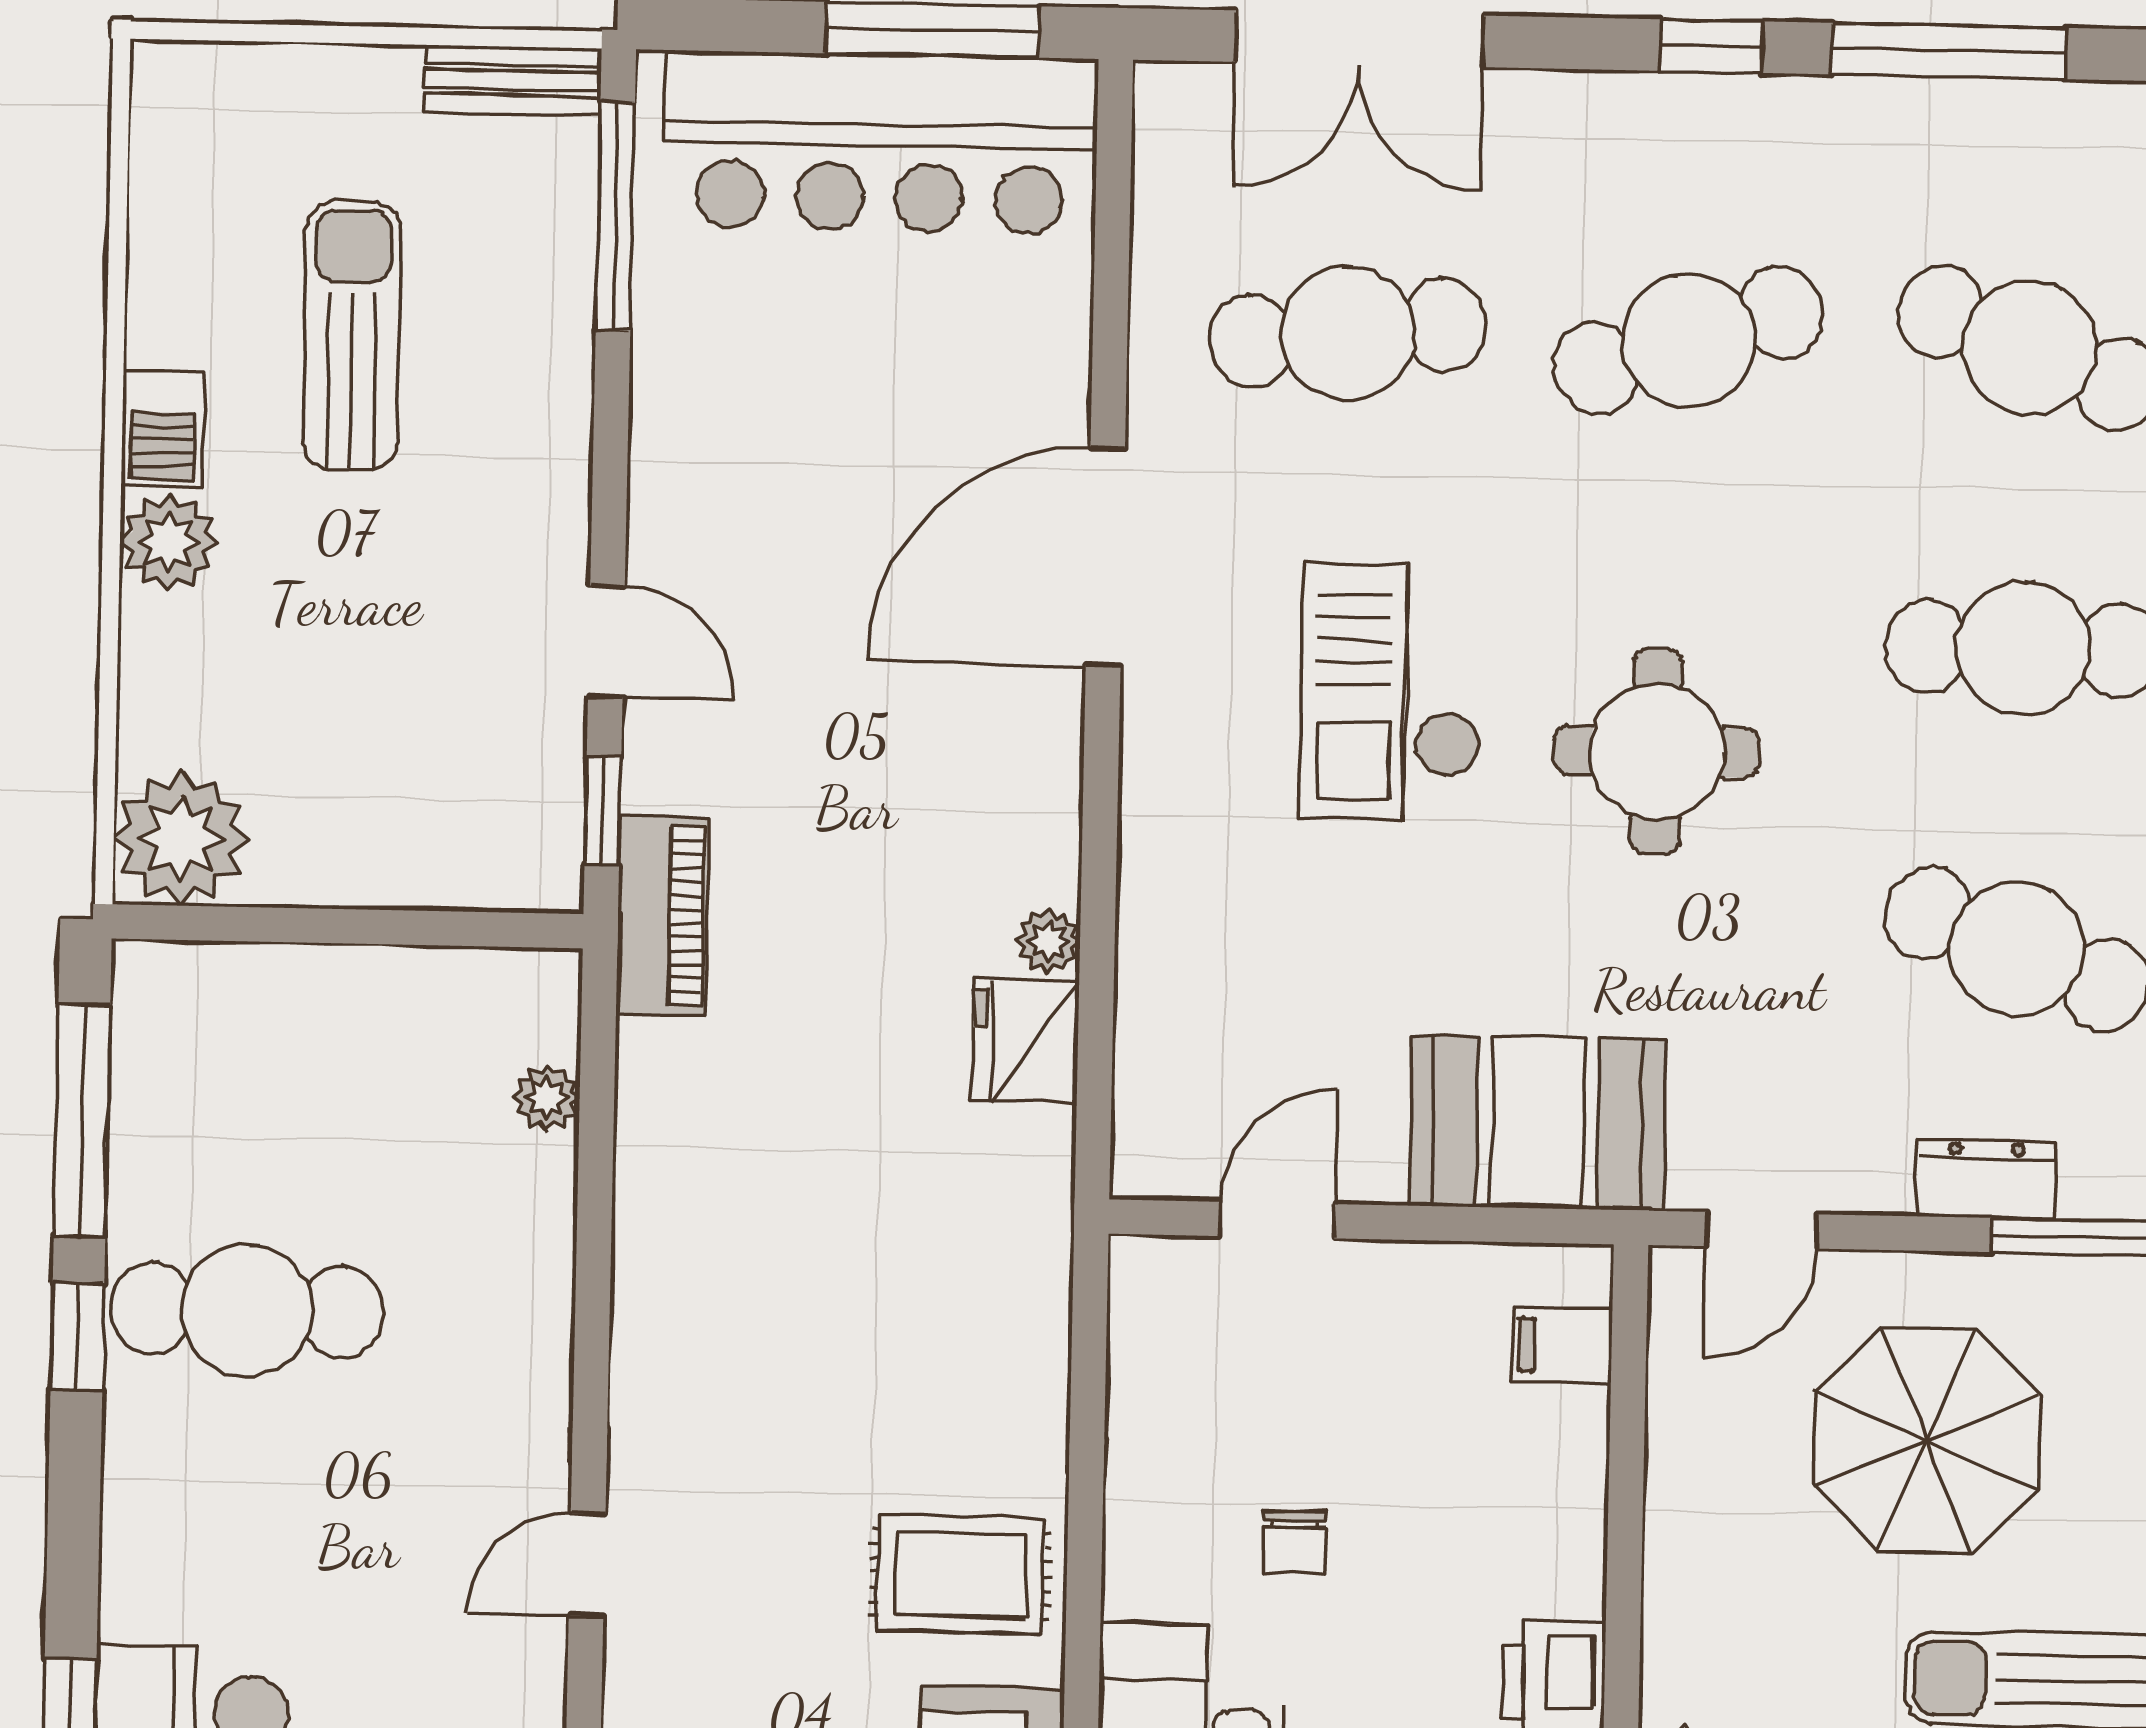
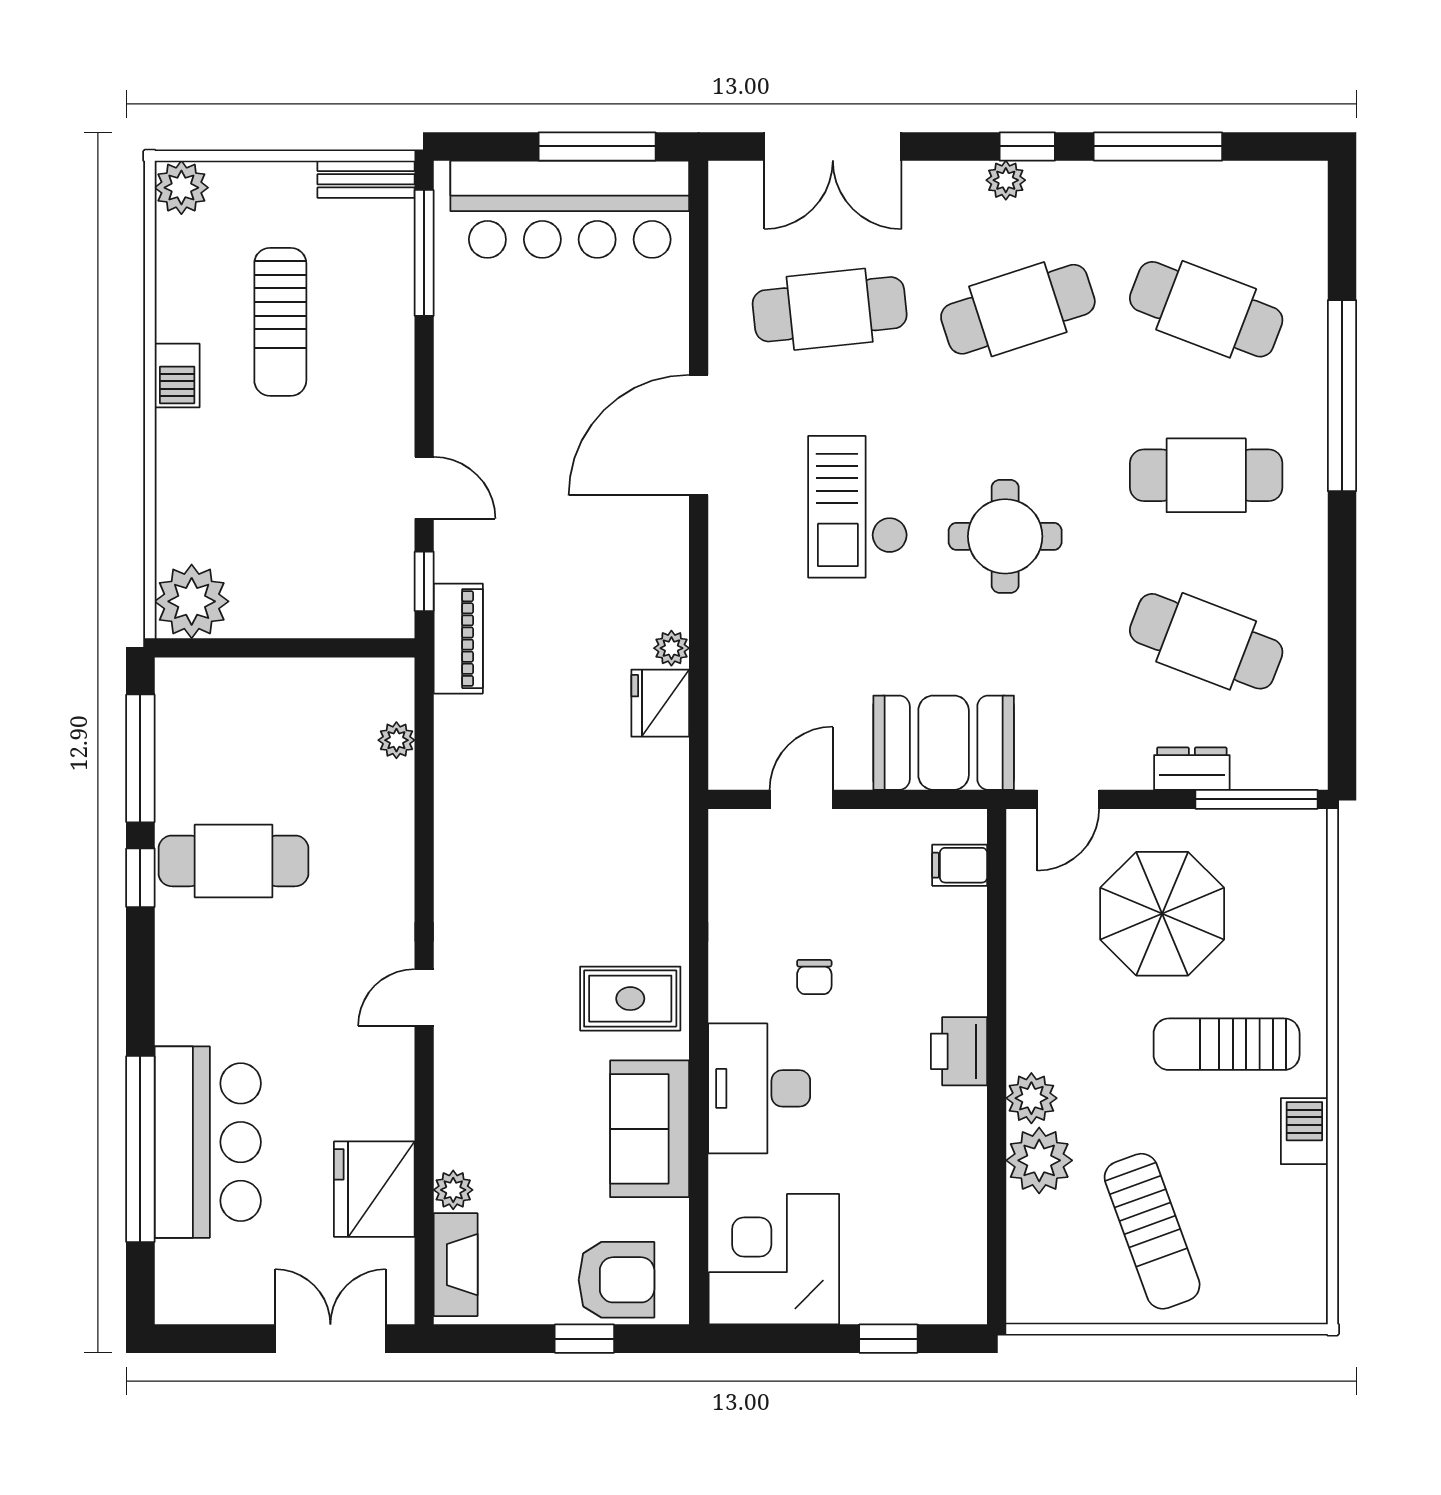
plant: (1671, 106) -> (1006, 180), added
sun lounger: (352, 335) -> (280, 322), turned 180
plant: (168, 542) -> (181, 188), moved

